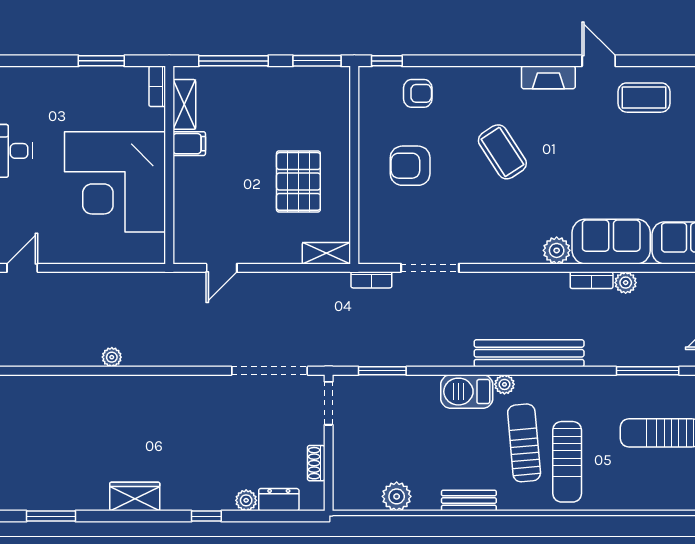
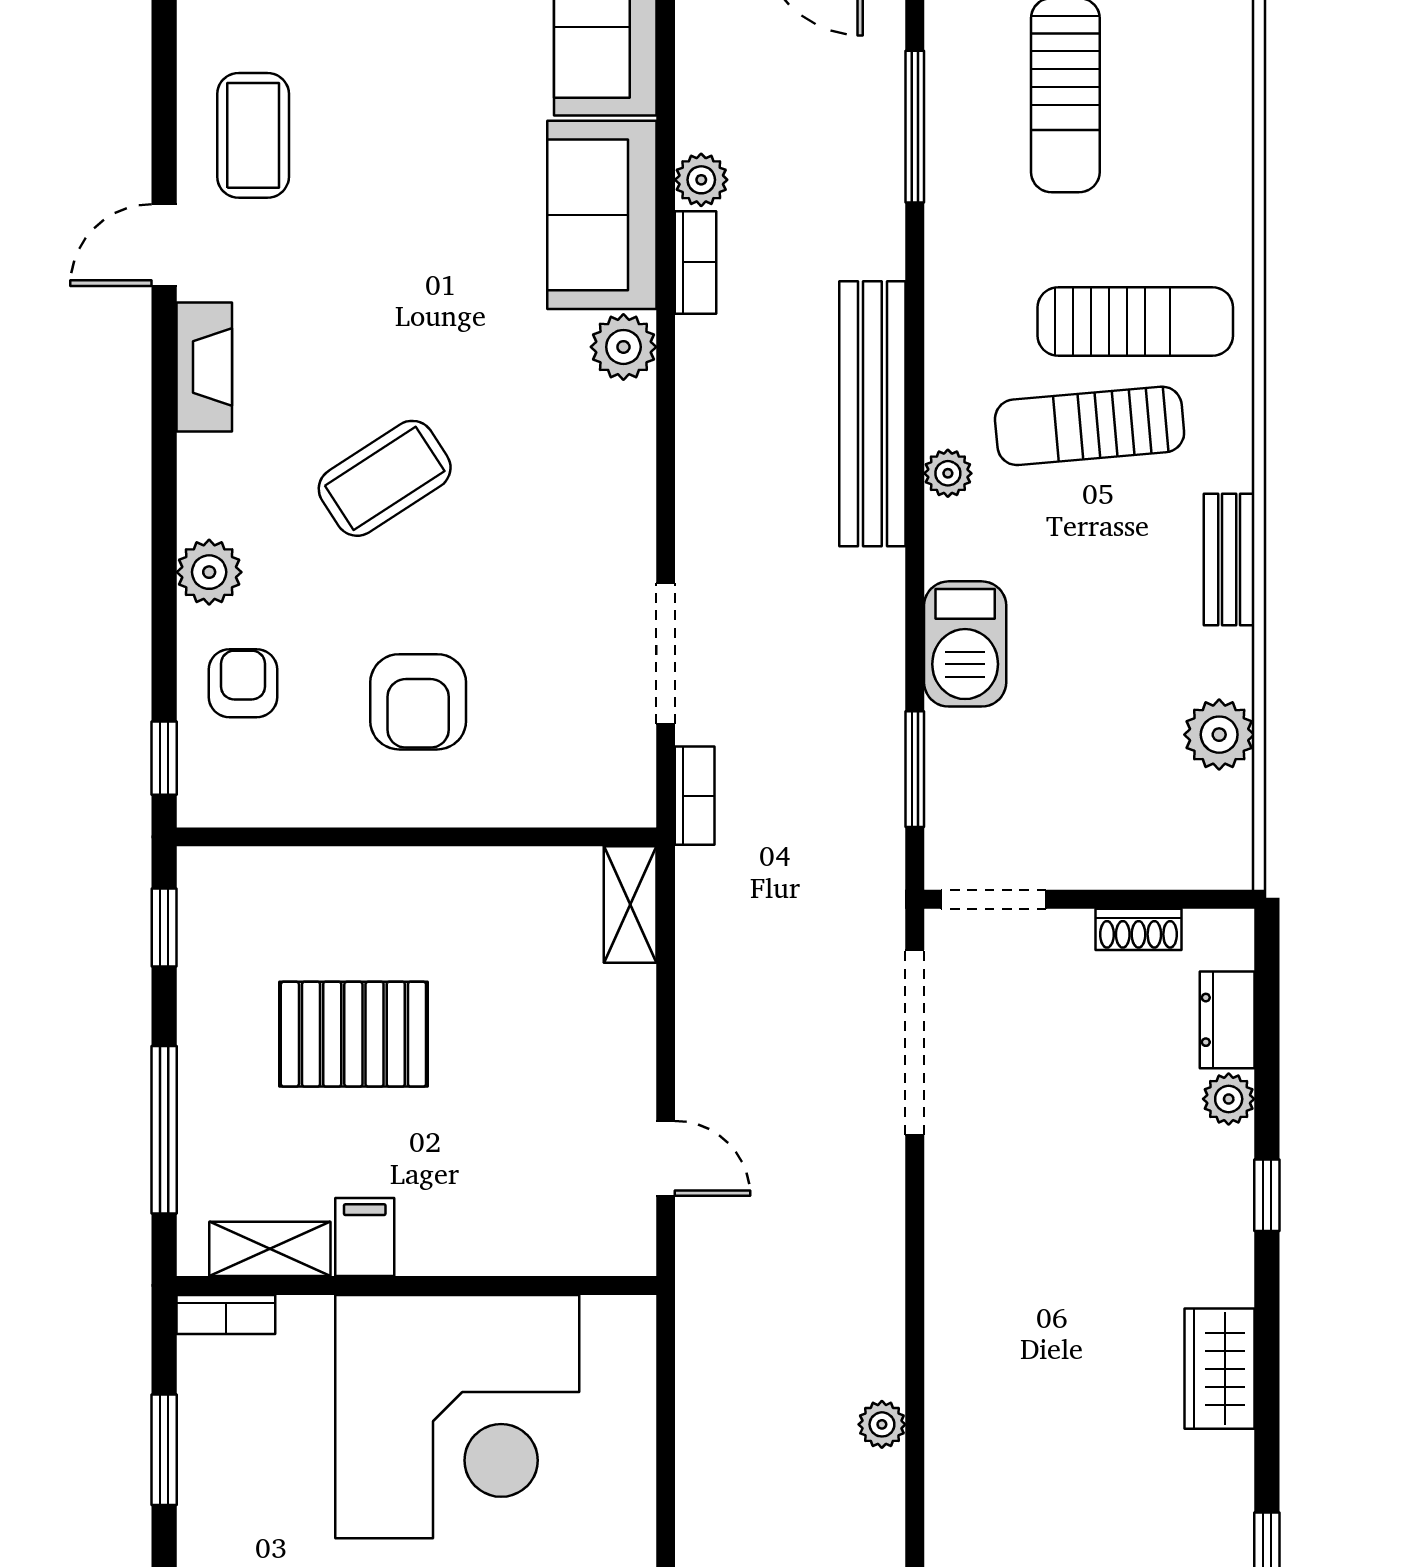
window: (317, 61) -> (164, 927), width x0.67
plant: (464, 79) -> (209, 572), added
pallet: (298, 181) -> (353, 1034), moved
barbecue: (467, 392) -> (965, 644), moved

